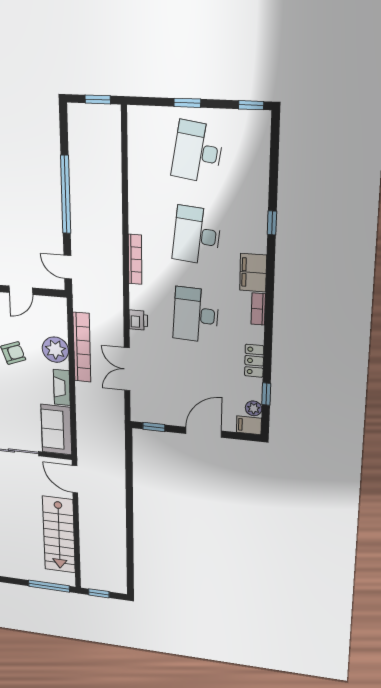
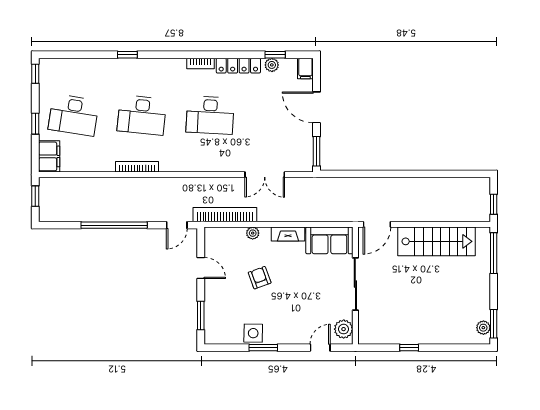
bookcase: (135, 259) -> (137, 167), moved
filing cabinet: (253, 273) -> (49, 156), moved, turned -90
printer: (138, 320) -> (219, 164), removed
bookcase: (82, 347) -> (225, 215), moved
plant: (55, 350) -> (253, 233), width x0.53, depth x0.53
locker: (254, 361) -> (238, 66), width x1.53
plant: (254, 408) -> (272, 65), moved
window: (154, 427) -> (317, 151), width x1.50

